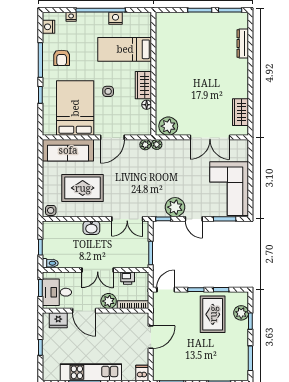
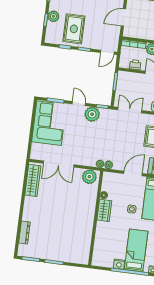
bed: (125, 49) -> (136, 250), moved, turned -90
wardrobe: (241, 112) -> (33, 180), width x1.50
double door: (210, 137) -> (59, 164), swing flipped
plant: (241, 313) -> (53, 16), moved

